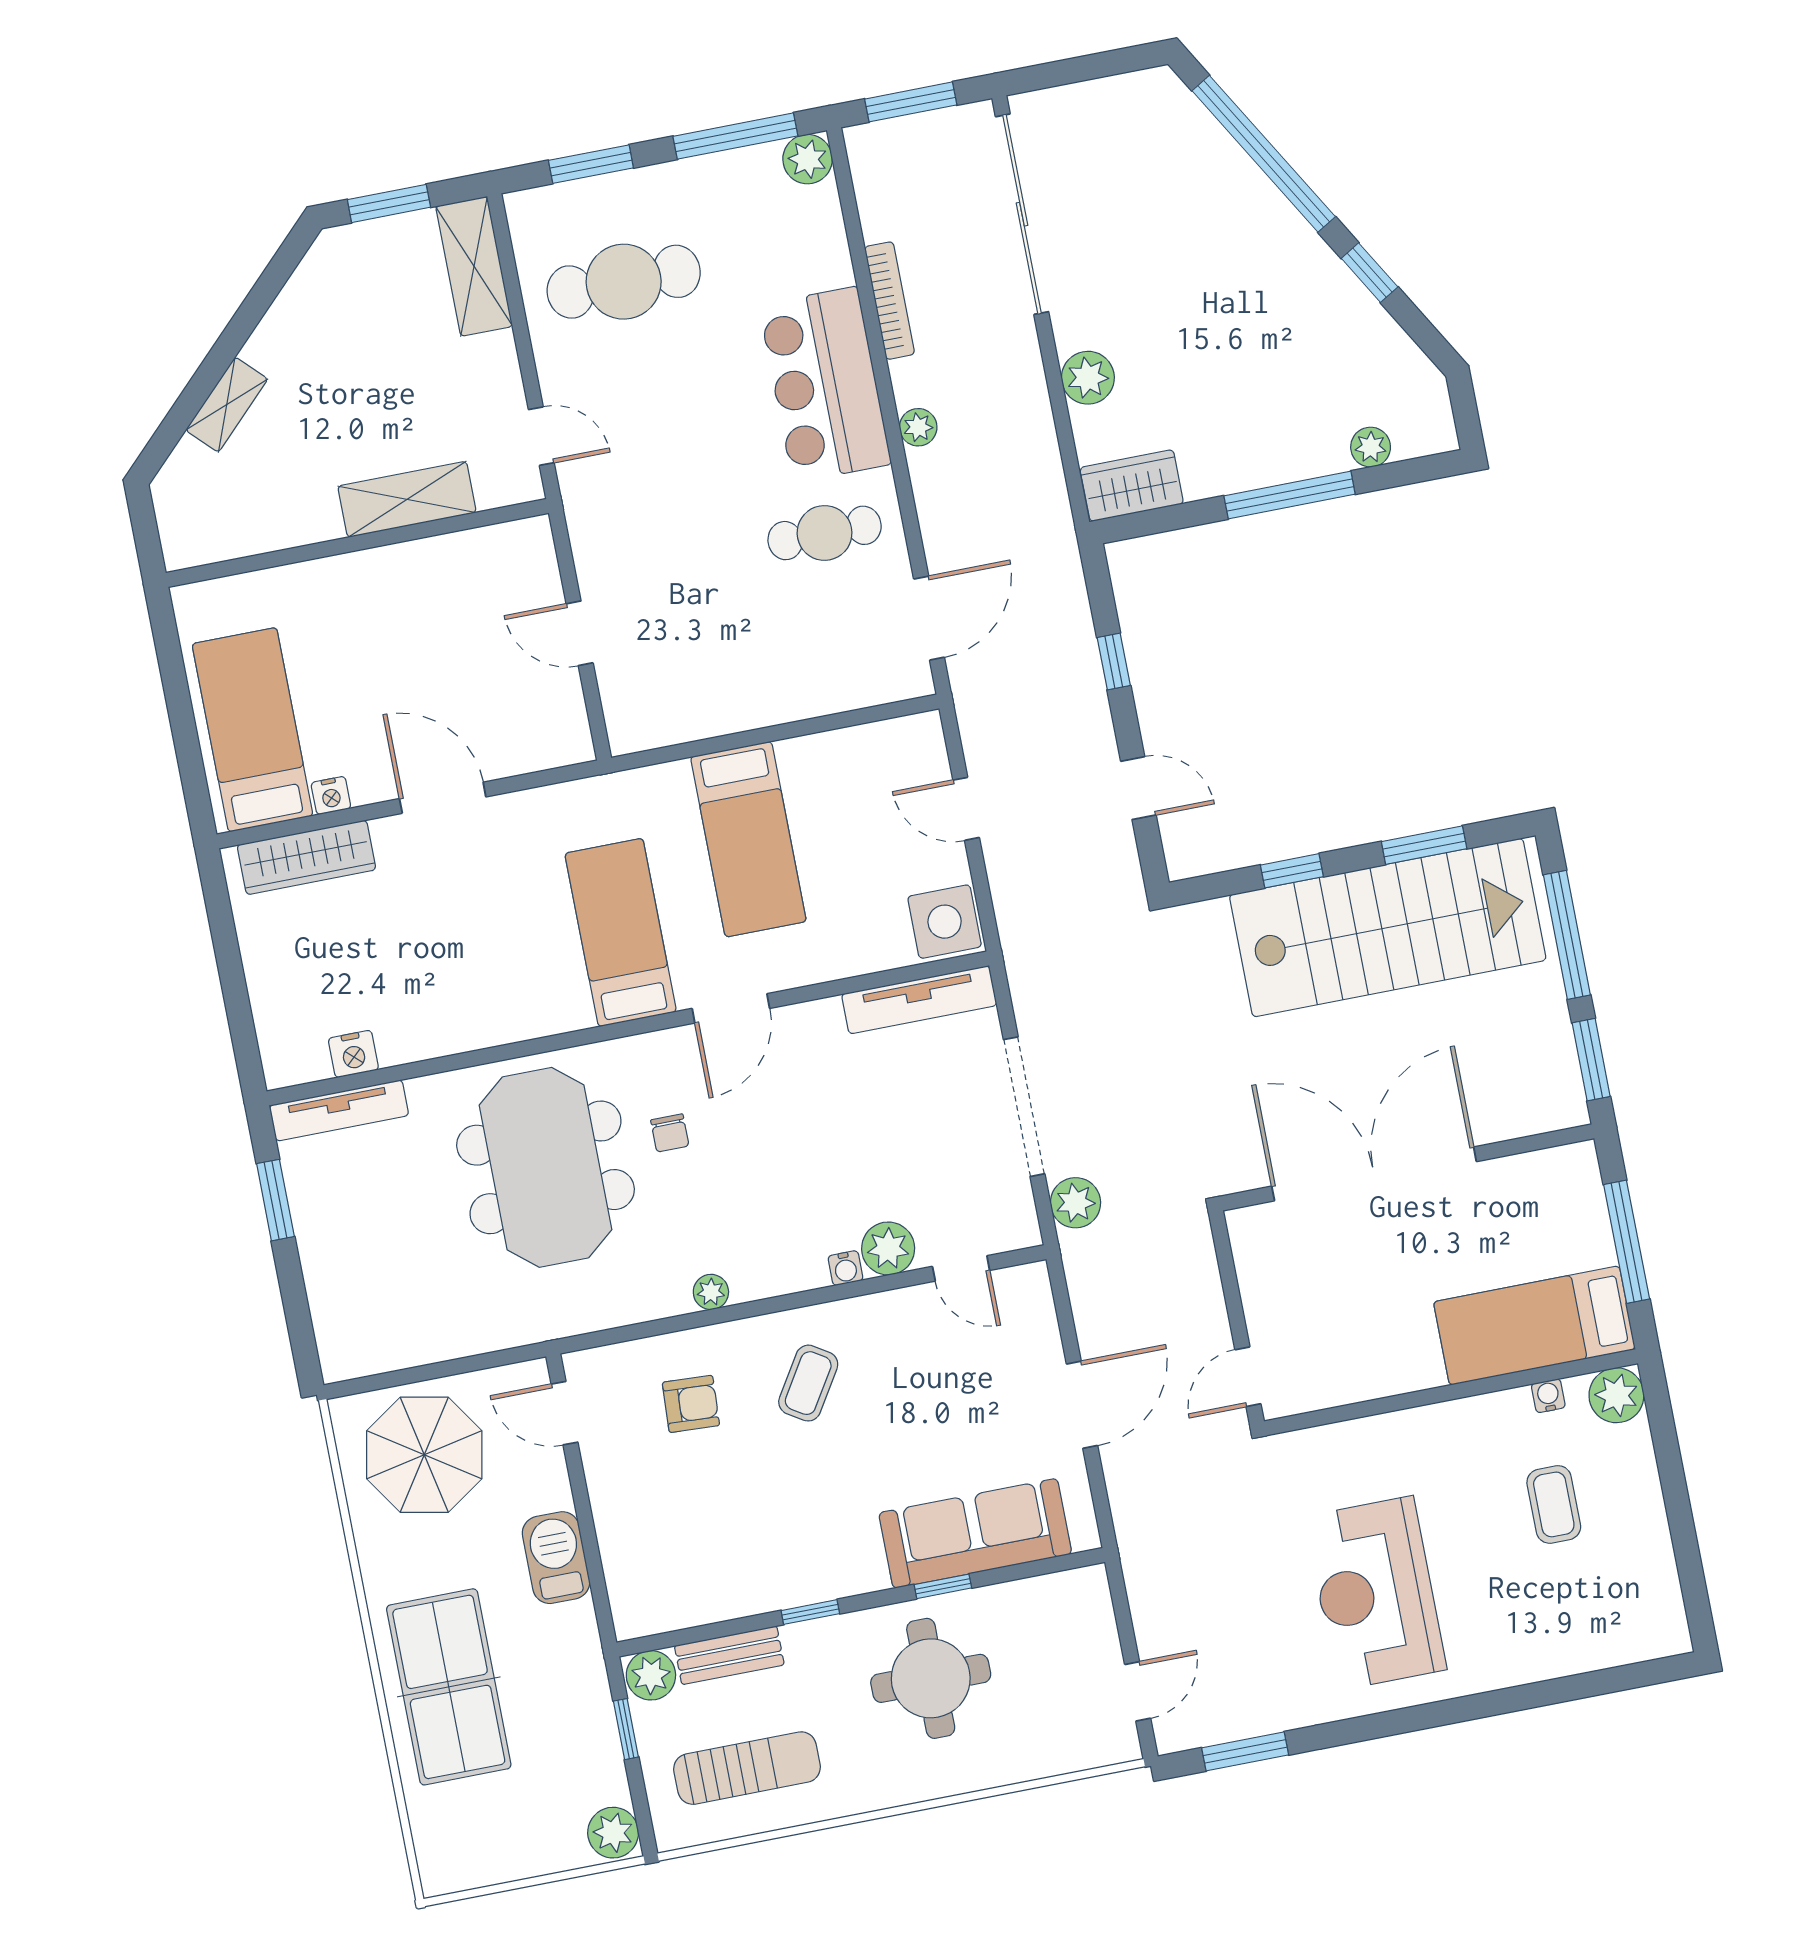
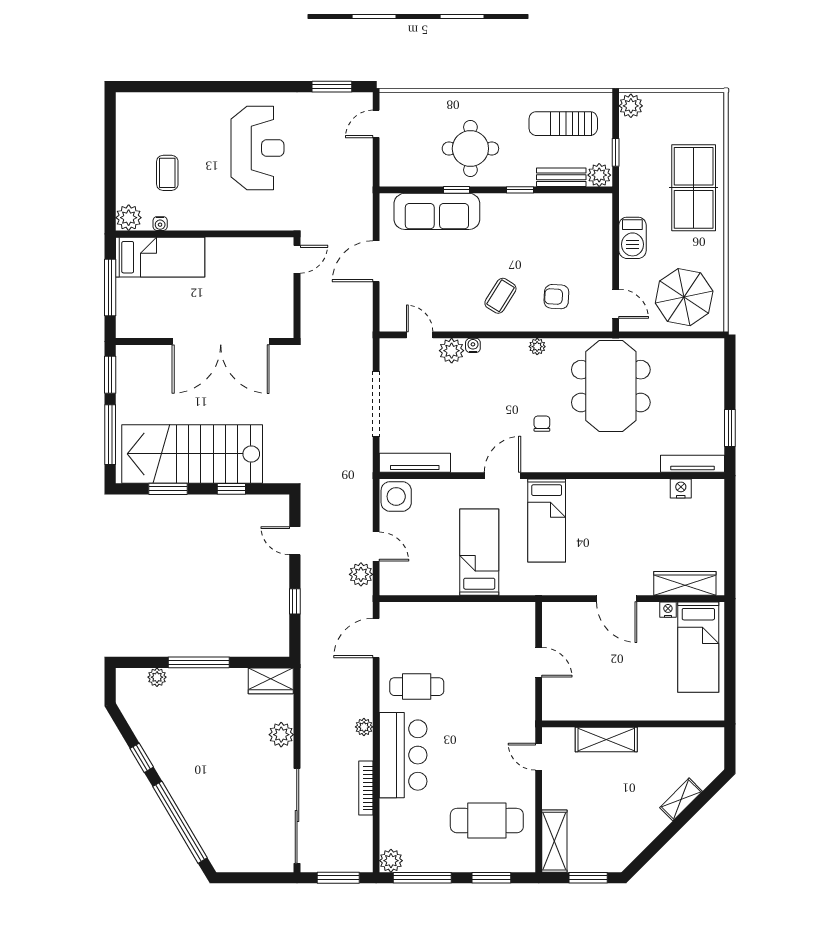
meeting table: (545, 1167) -> (611, 386), moved
plant: (1075, 1203) -> (361, 574), moved

